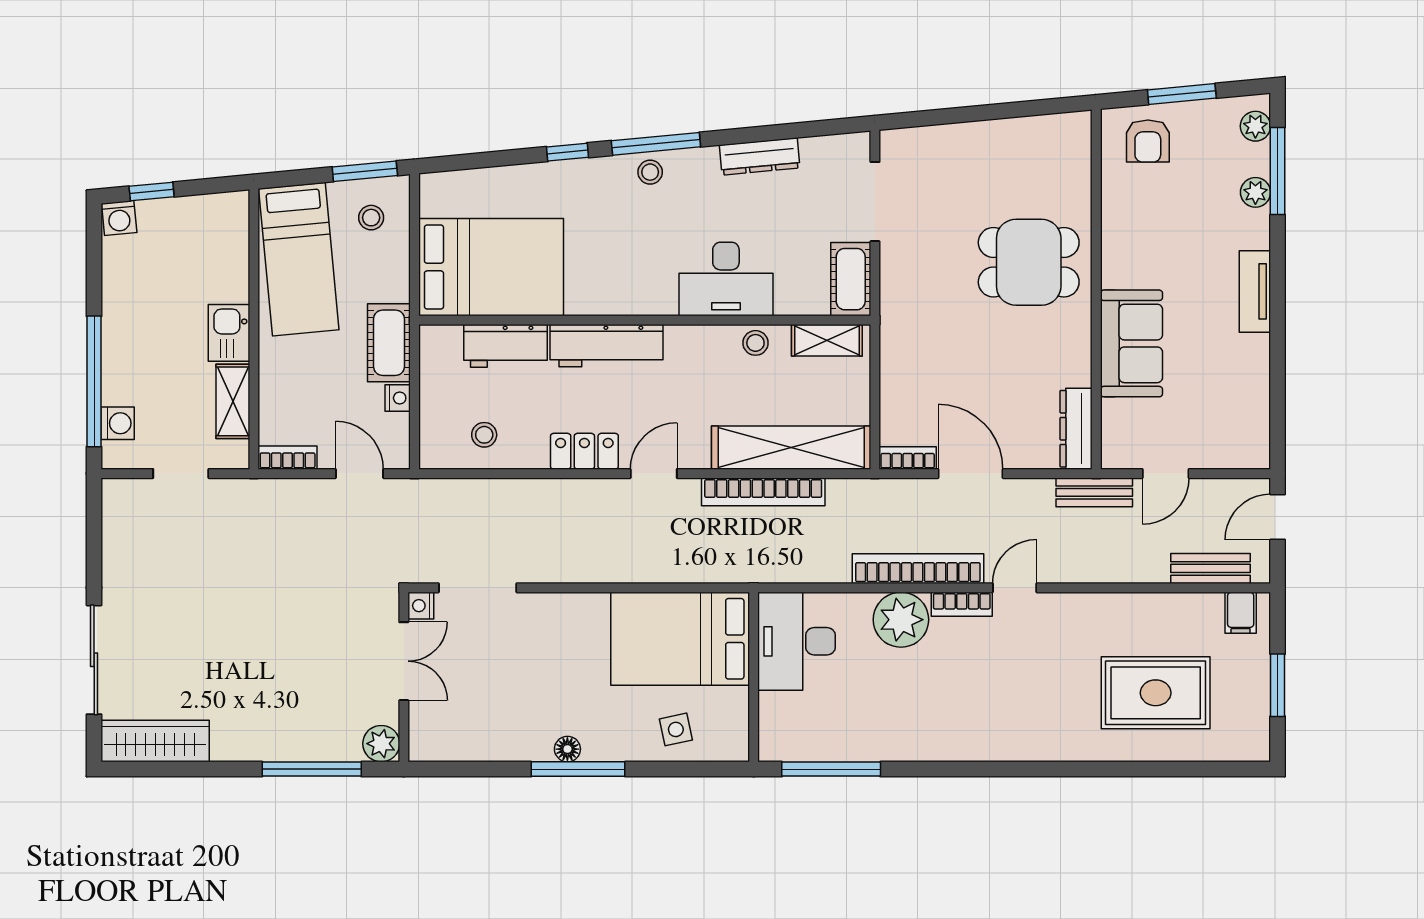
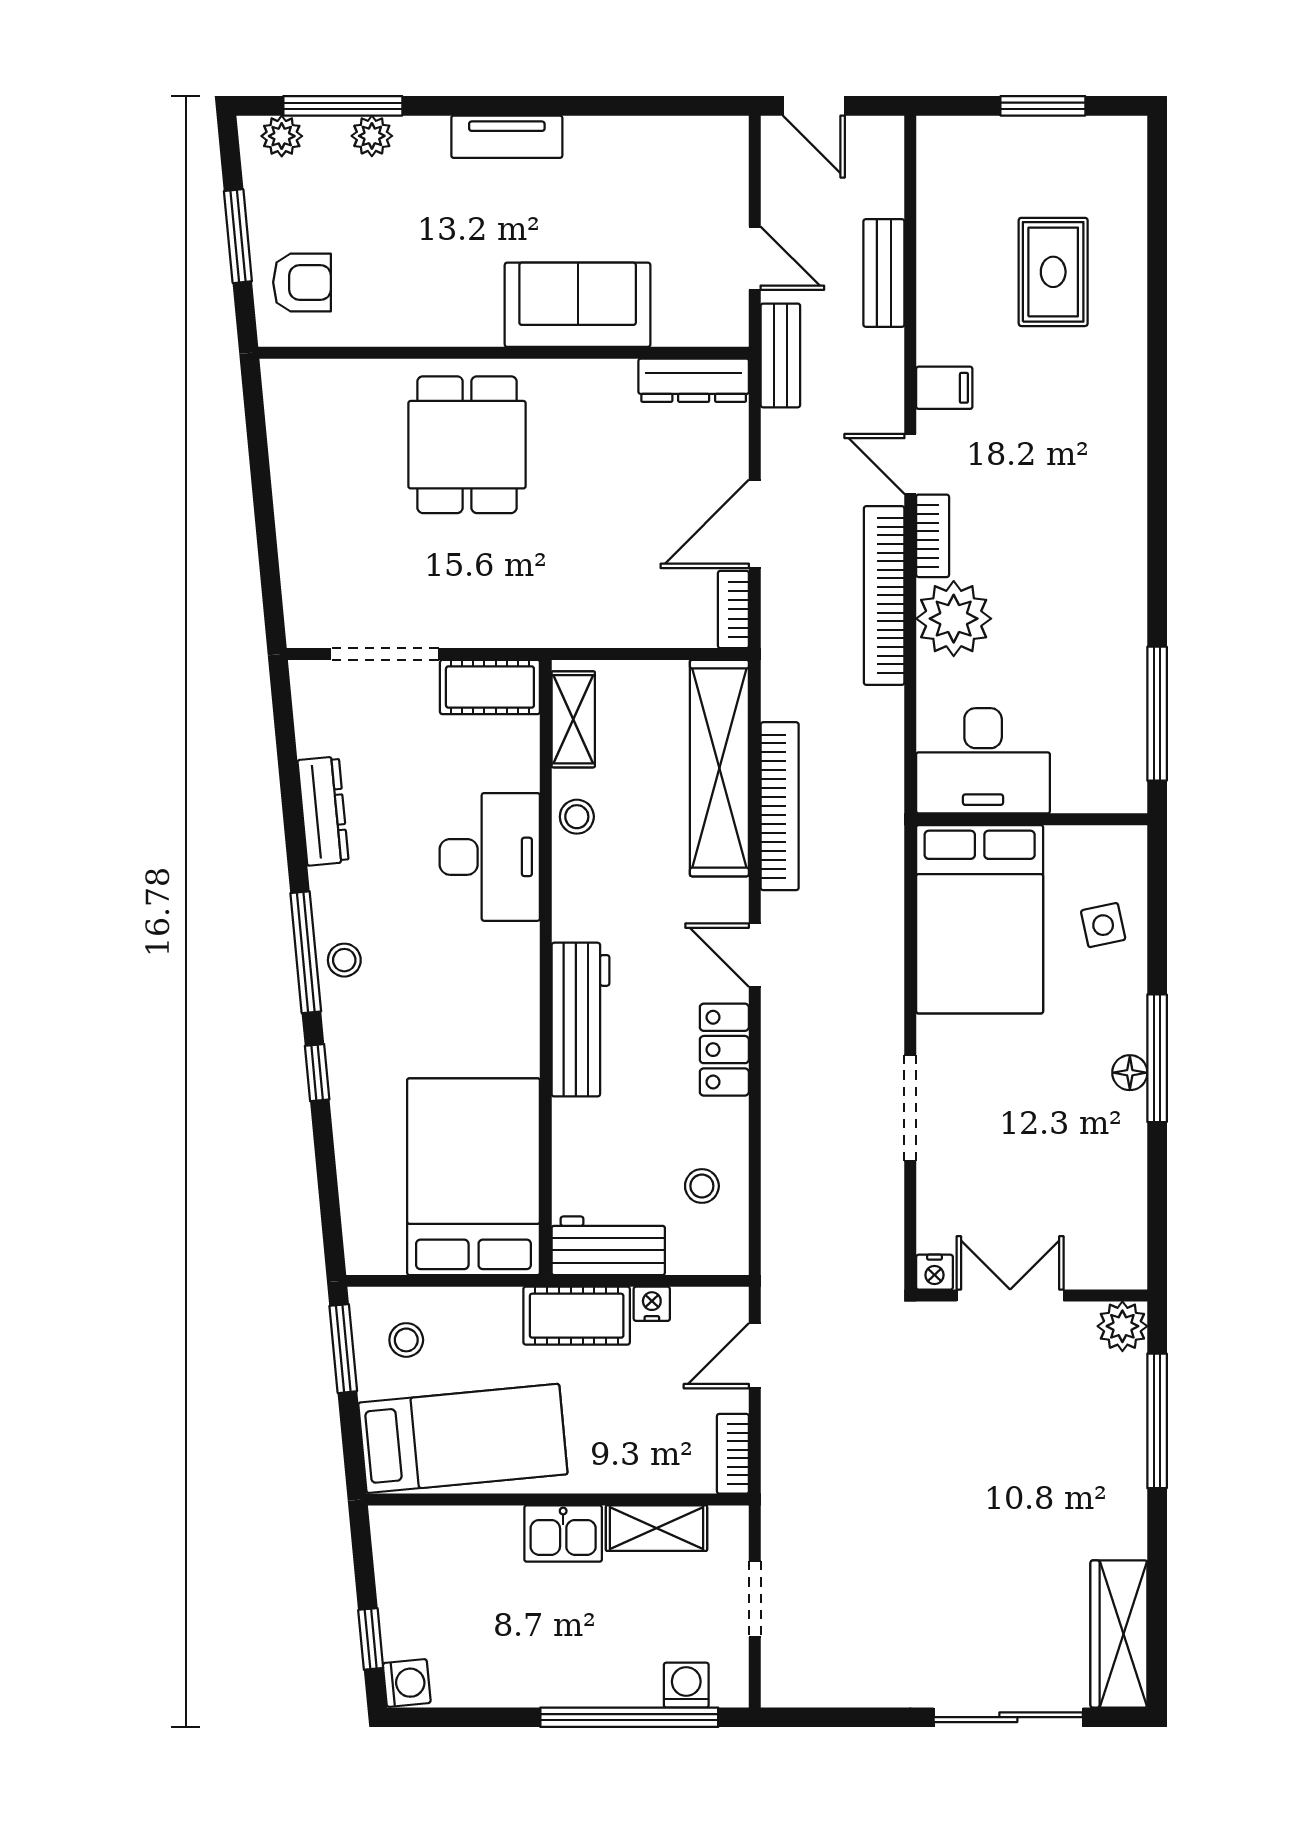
workbench: (506, 346) -> (608, 1246), moved, turned -90
bench: (1210, 568) -> (884, 273), moved
doorway: (478, 588) -> (910, 1108), moved
filing cabinet: (1241, 613) -> (944, 388), moved
rug: (1156, 693) -> (1053, 272), width x0.73, depth x0.70

